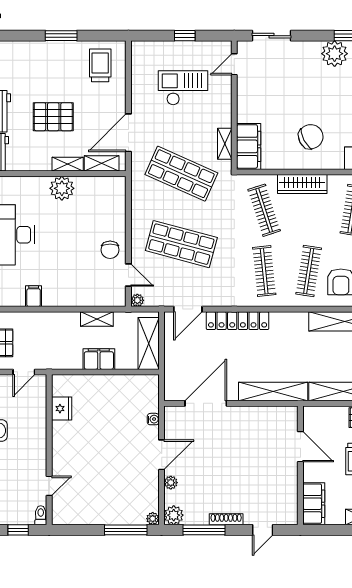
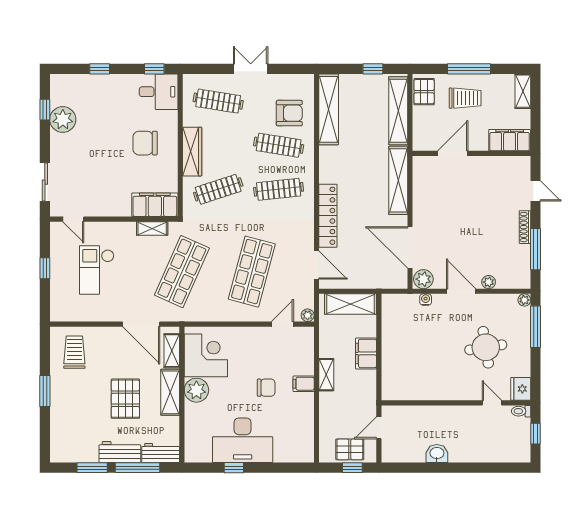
trolley: (100, 65) -> (74, 352), turned 90
chair: (311, 137) -> (145, 143), turned -62
shelving: (68, 164) -> (170, 392), width x1.50, depth x1.33
corner desk: (97, 198) -> (206, 355), added
chair: (110, 250) -> (266, 388), moved
filing cabinet: (34, 296) -> (304, 384), moved
shelving: (97, 319) -> (326, 375), moved
door: (24, 372) -> (379, 428), swing flipped
fridge: (62, 409) -> (521, 389), moved, turned -90
round table: (105, 480) -> (486, 347), added
plant: (174, 515) -> (423, 279), moved

